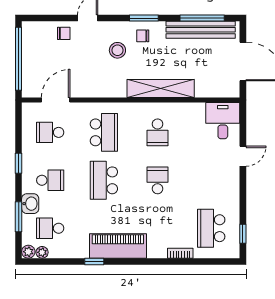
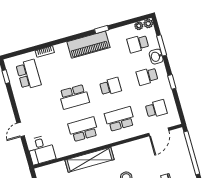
school desk: (104, 132) -> (120, 119), turned 90
school desk: (158, 132) -> (83, 129), width x1.85
school desk: (104, 180) -> (111, 87), width x0.54
school desk: (158, 180) -> (74, 97), width x1.85
school desk: (50, 228) -> (138, 44), turned 180

